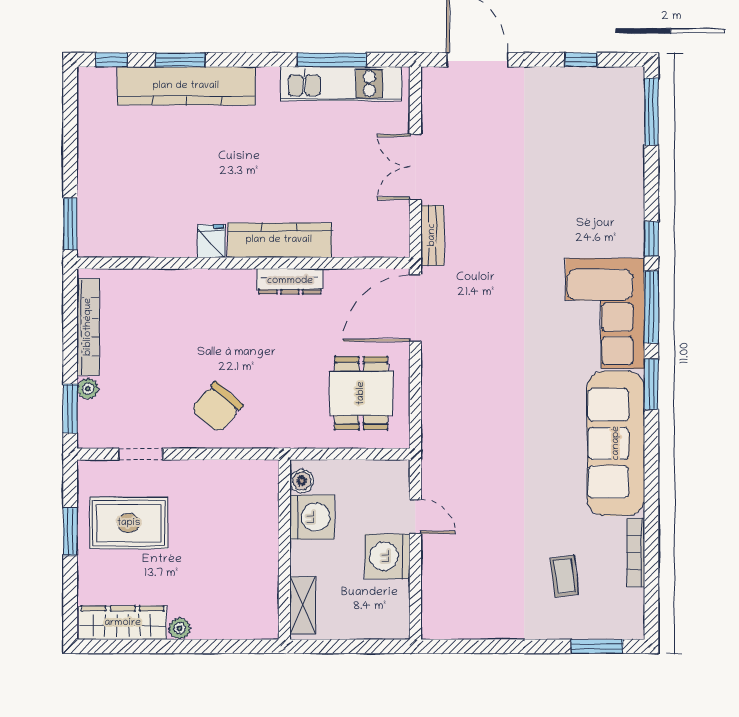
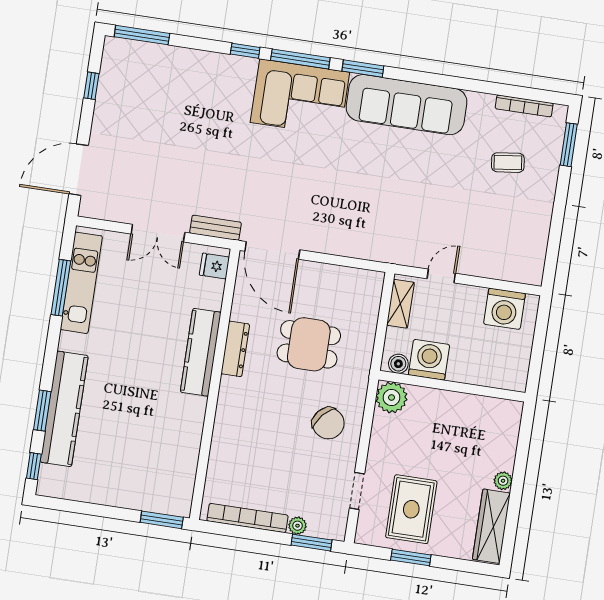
fridge: (211, 241) -> (214, 266), moved
dining table: (361, 393) -> (309, 344), moved
plant: (260, 479) -> (391, 398), added
bookcase: (636, 553) -> (524, 106), moved
washing machine: (387, 556) -> (505, 309), moved
shelving: (303, 605) -> (400, 304), moved, turned 90

